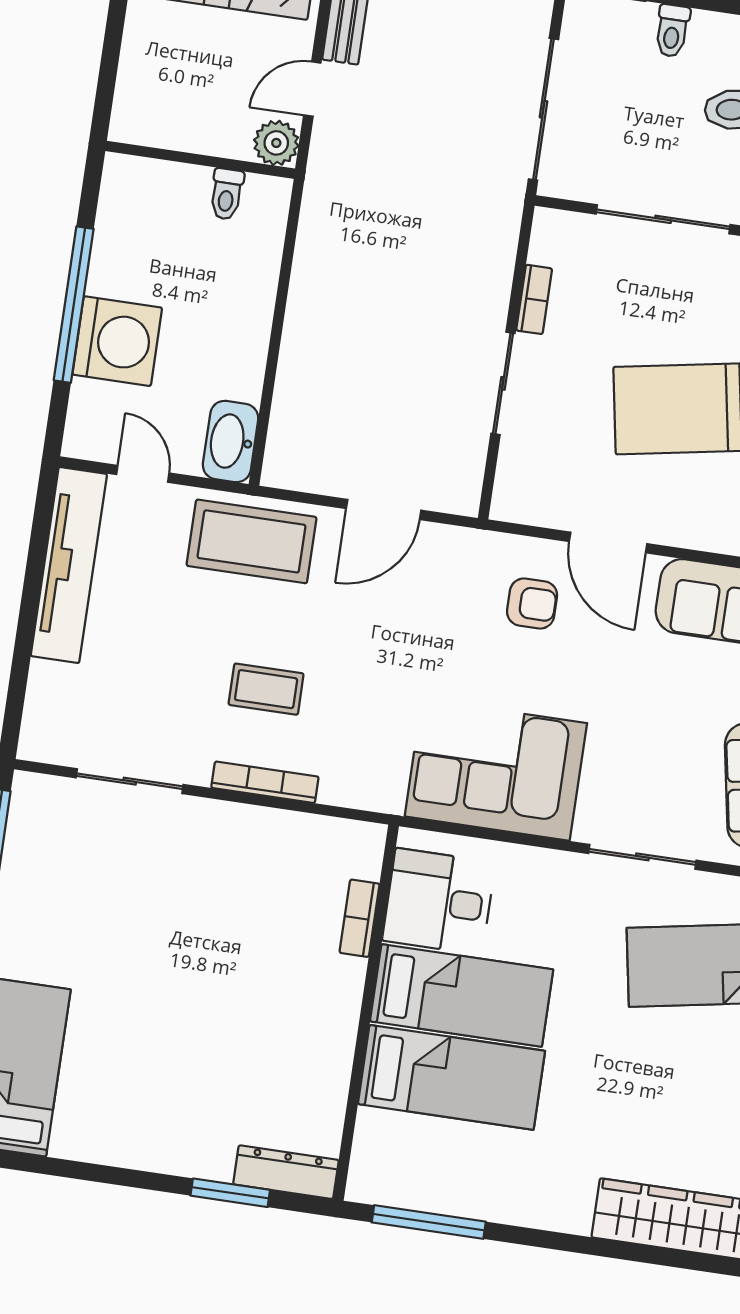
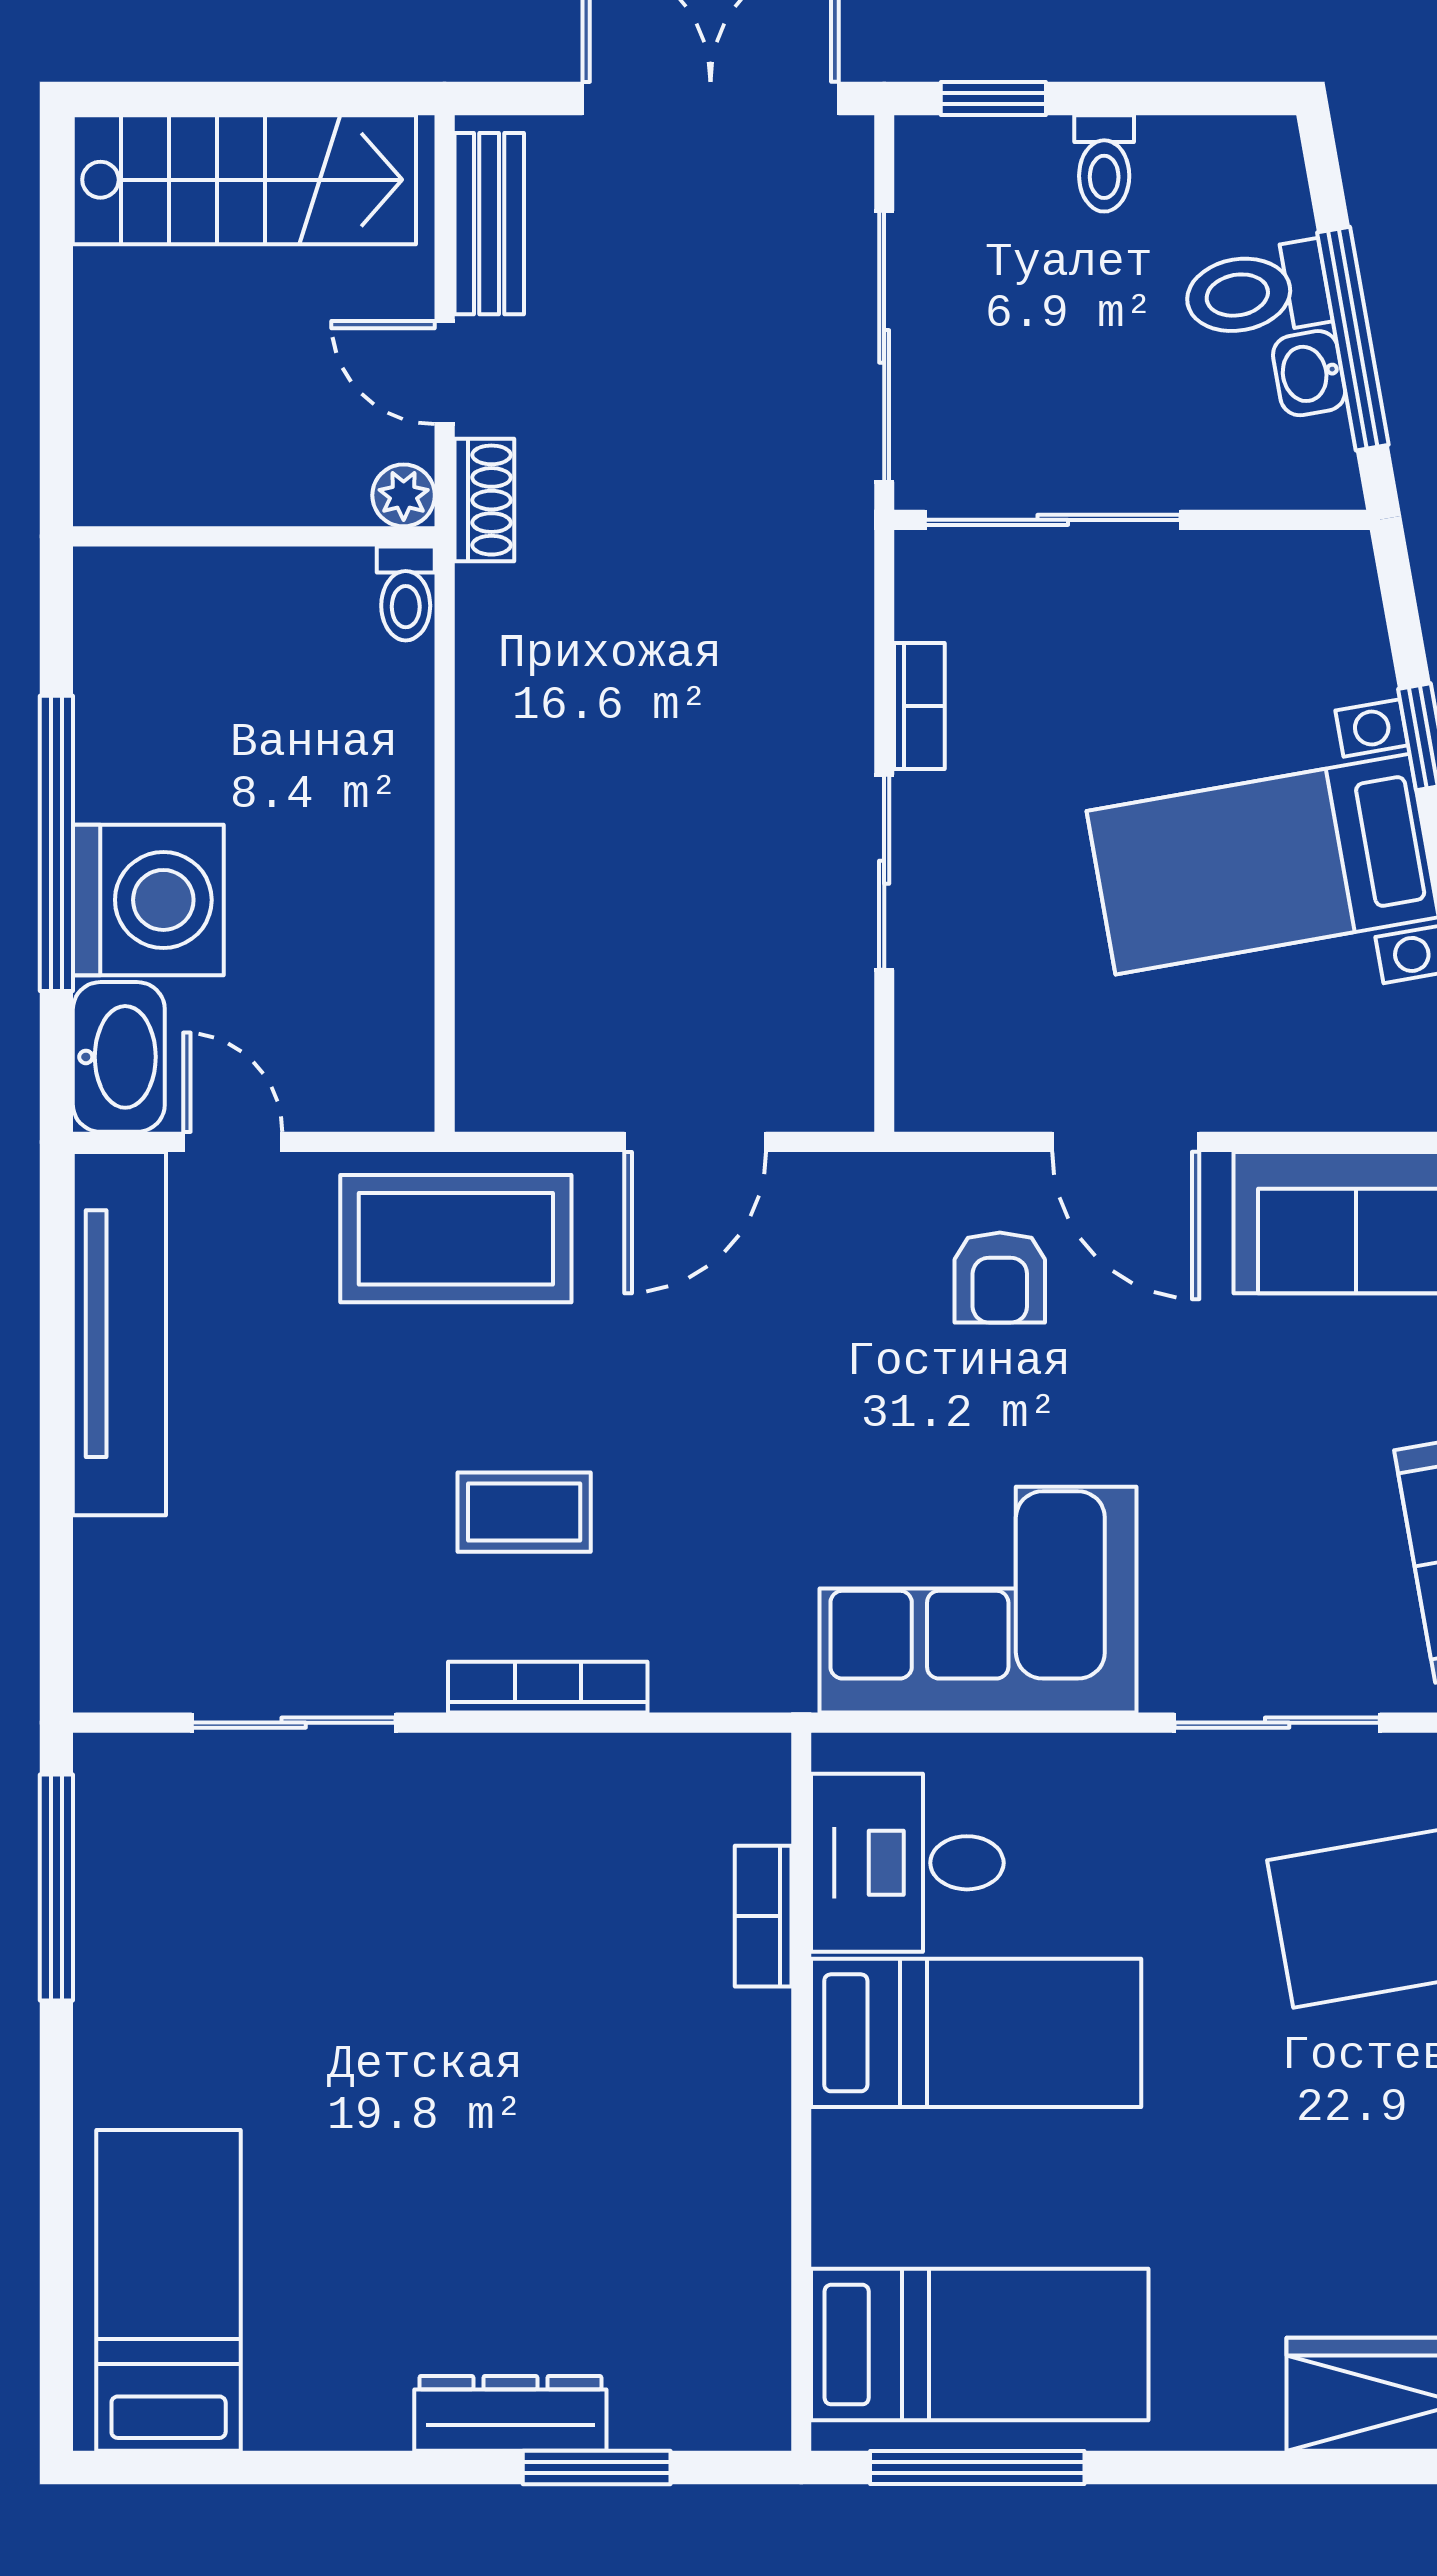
door: (312, 89) -> (445, 373), hinge flipped
plant: (276, 143) -> (404, 495), width x0.73, depth x0.73
shoe rack: (323, 159) -> (484, 500), added
toilet: (227, 194) -> (406, 593), moved
sliding door: (663, 219) -> (1053, 520), moved
washbasin: (231, 442) -> (119, 1057), moved, turned 180
armchair: (532, 603) -> (1000, 1277), turned 90
bed: (451, 1077) -> (980, 2345), moved
dresser: (286, 1172) -> (510, 2413), moved

